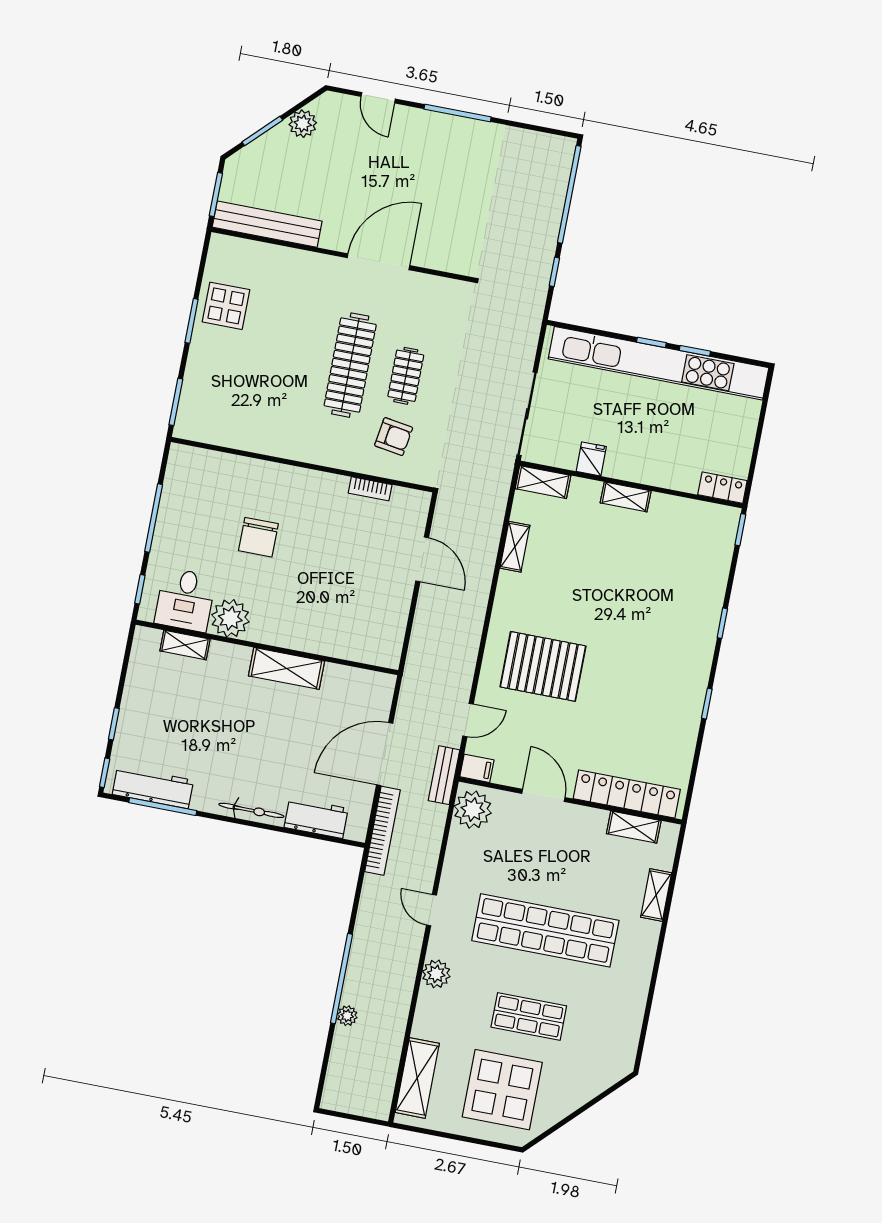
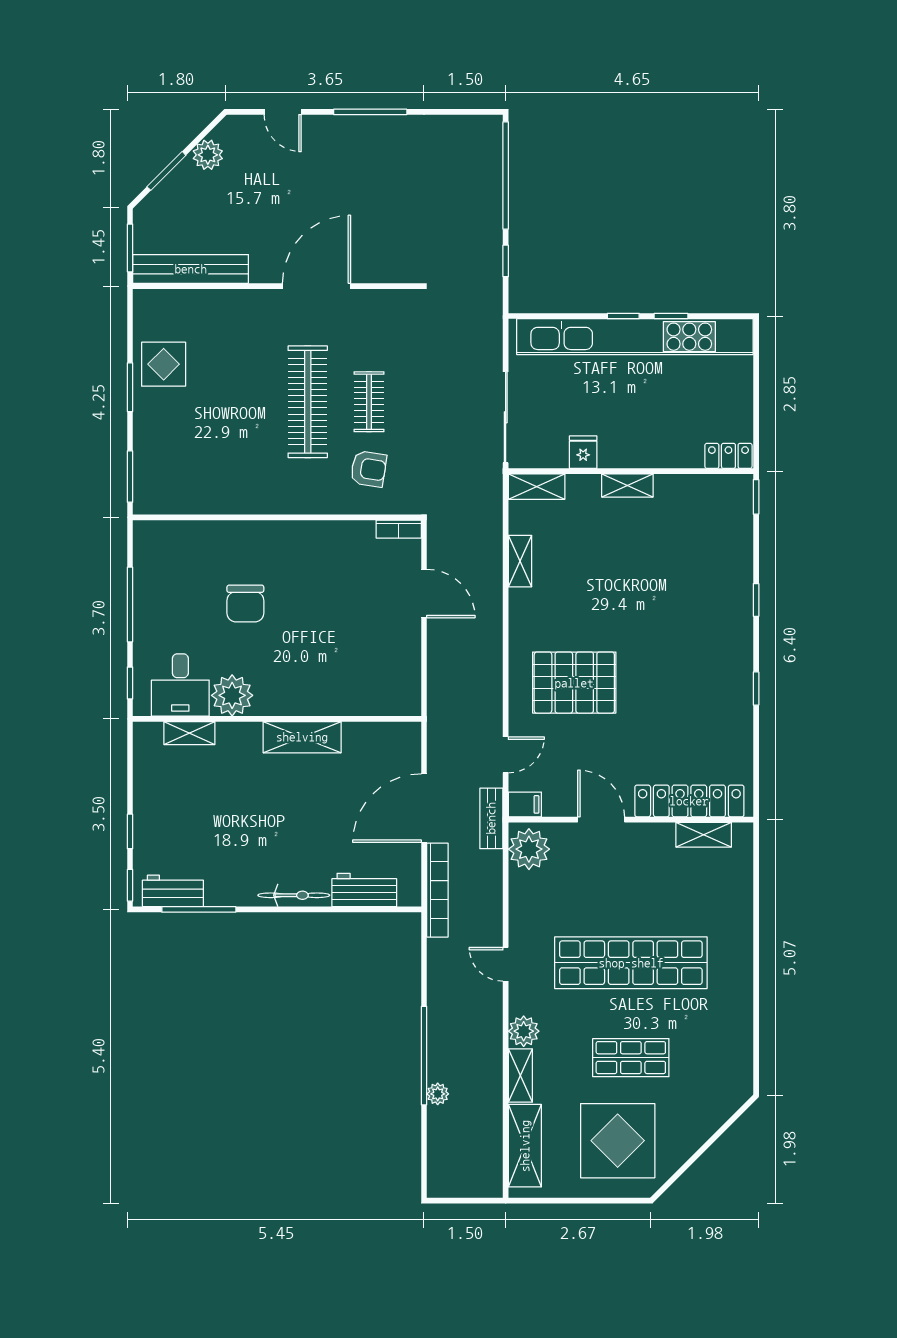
bookcase: (370, 489) -> (399, 529), moved
workbench: (153, 787) -> (173, 891), width x0.73
shelving: (656, 895) -> (520, 1075), moved

